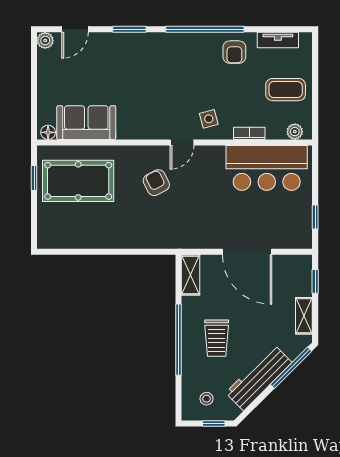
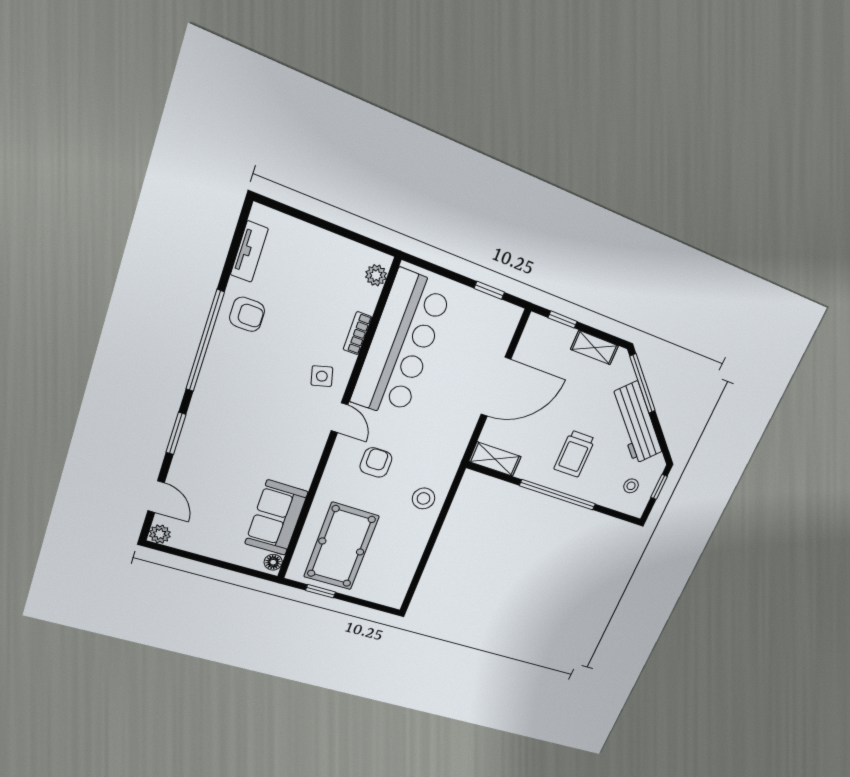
coffee table: (286, 90) -> (318, 267), removed
bar counter: (267, 168) -> (401, 345), width x1.36
armchair: (156, 183) -> (376, 462), turned 117
stool: (139, 231) -> (424, 498), added
trolley: (217, 338) -> (575, 454), turned 90

